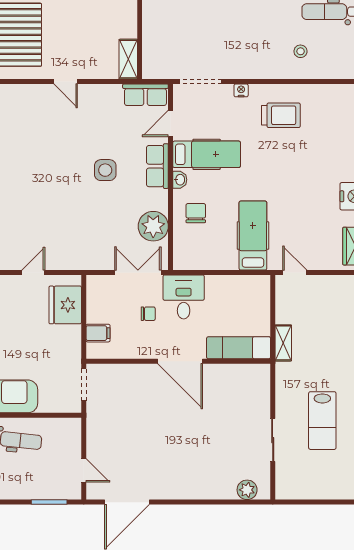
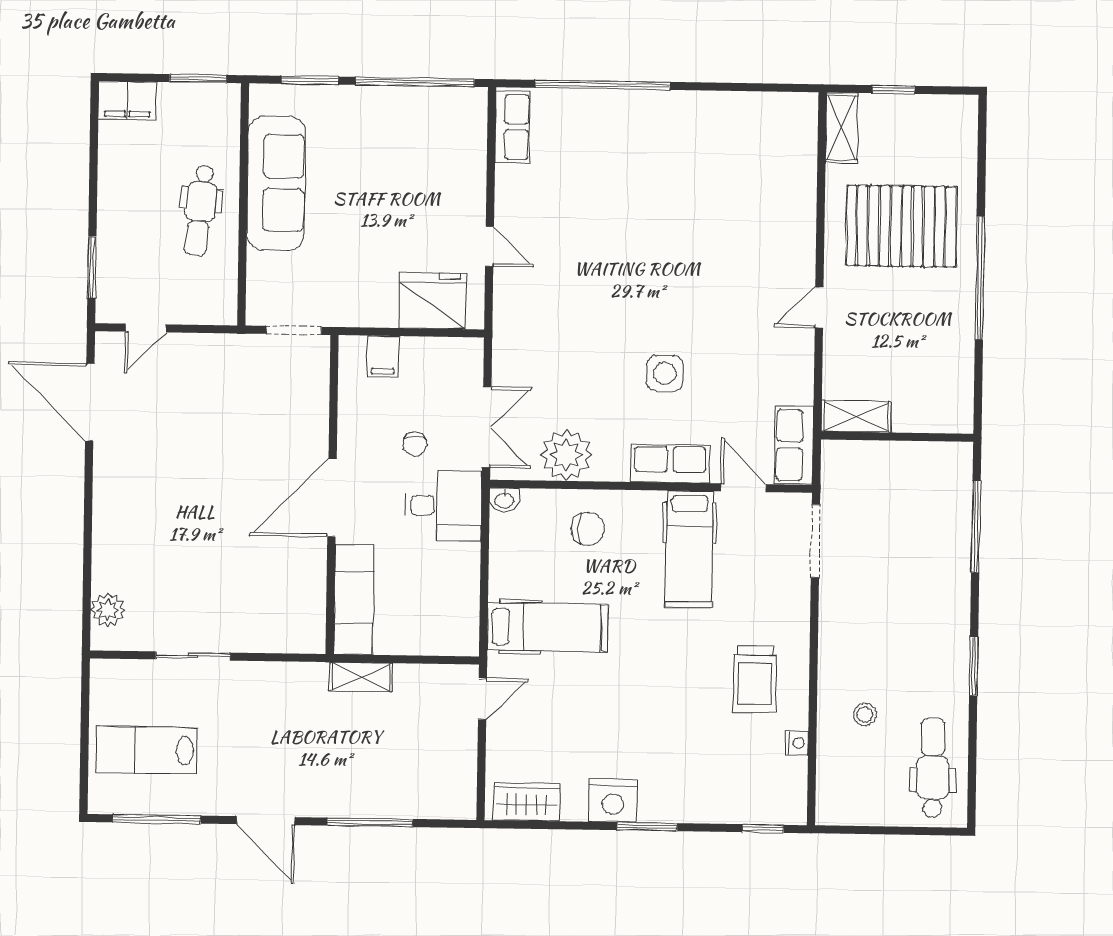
nightstand: (241, 90) -> (797, 743), moved
washbasin: (180, 180) -> (504, 500), moved
lab bench: (322, 421) -> (147, 750), moved

